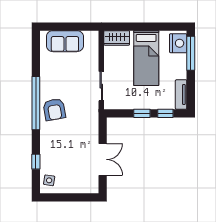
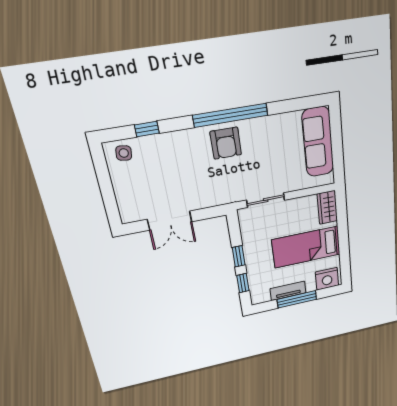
sofa: (65, 41) -> (318, 142), width x1.36
window: (191, 53) -> (297, 299), moved
tv unit: (181, 95) -> (288, 291), moved
armchair: (54, 110) -> (226, 143), turned -80

